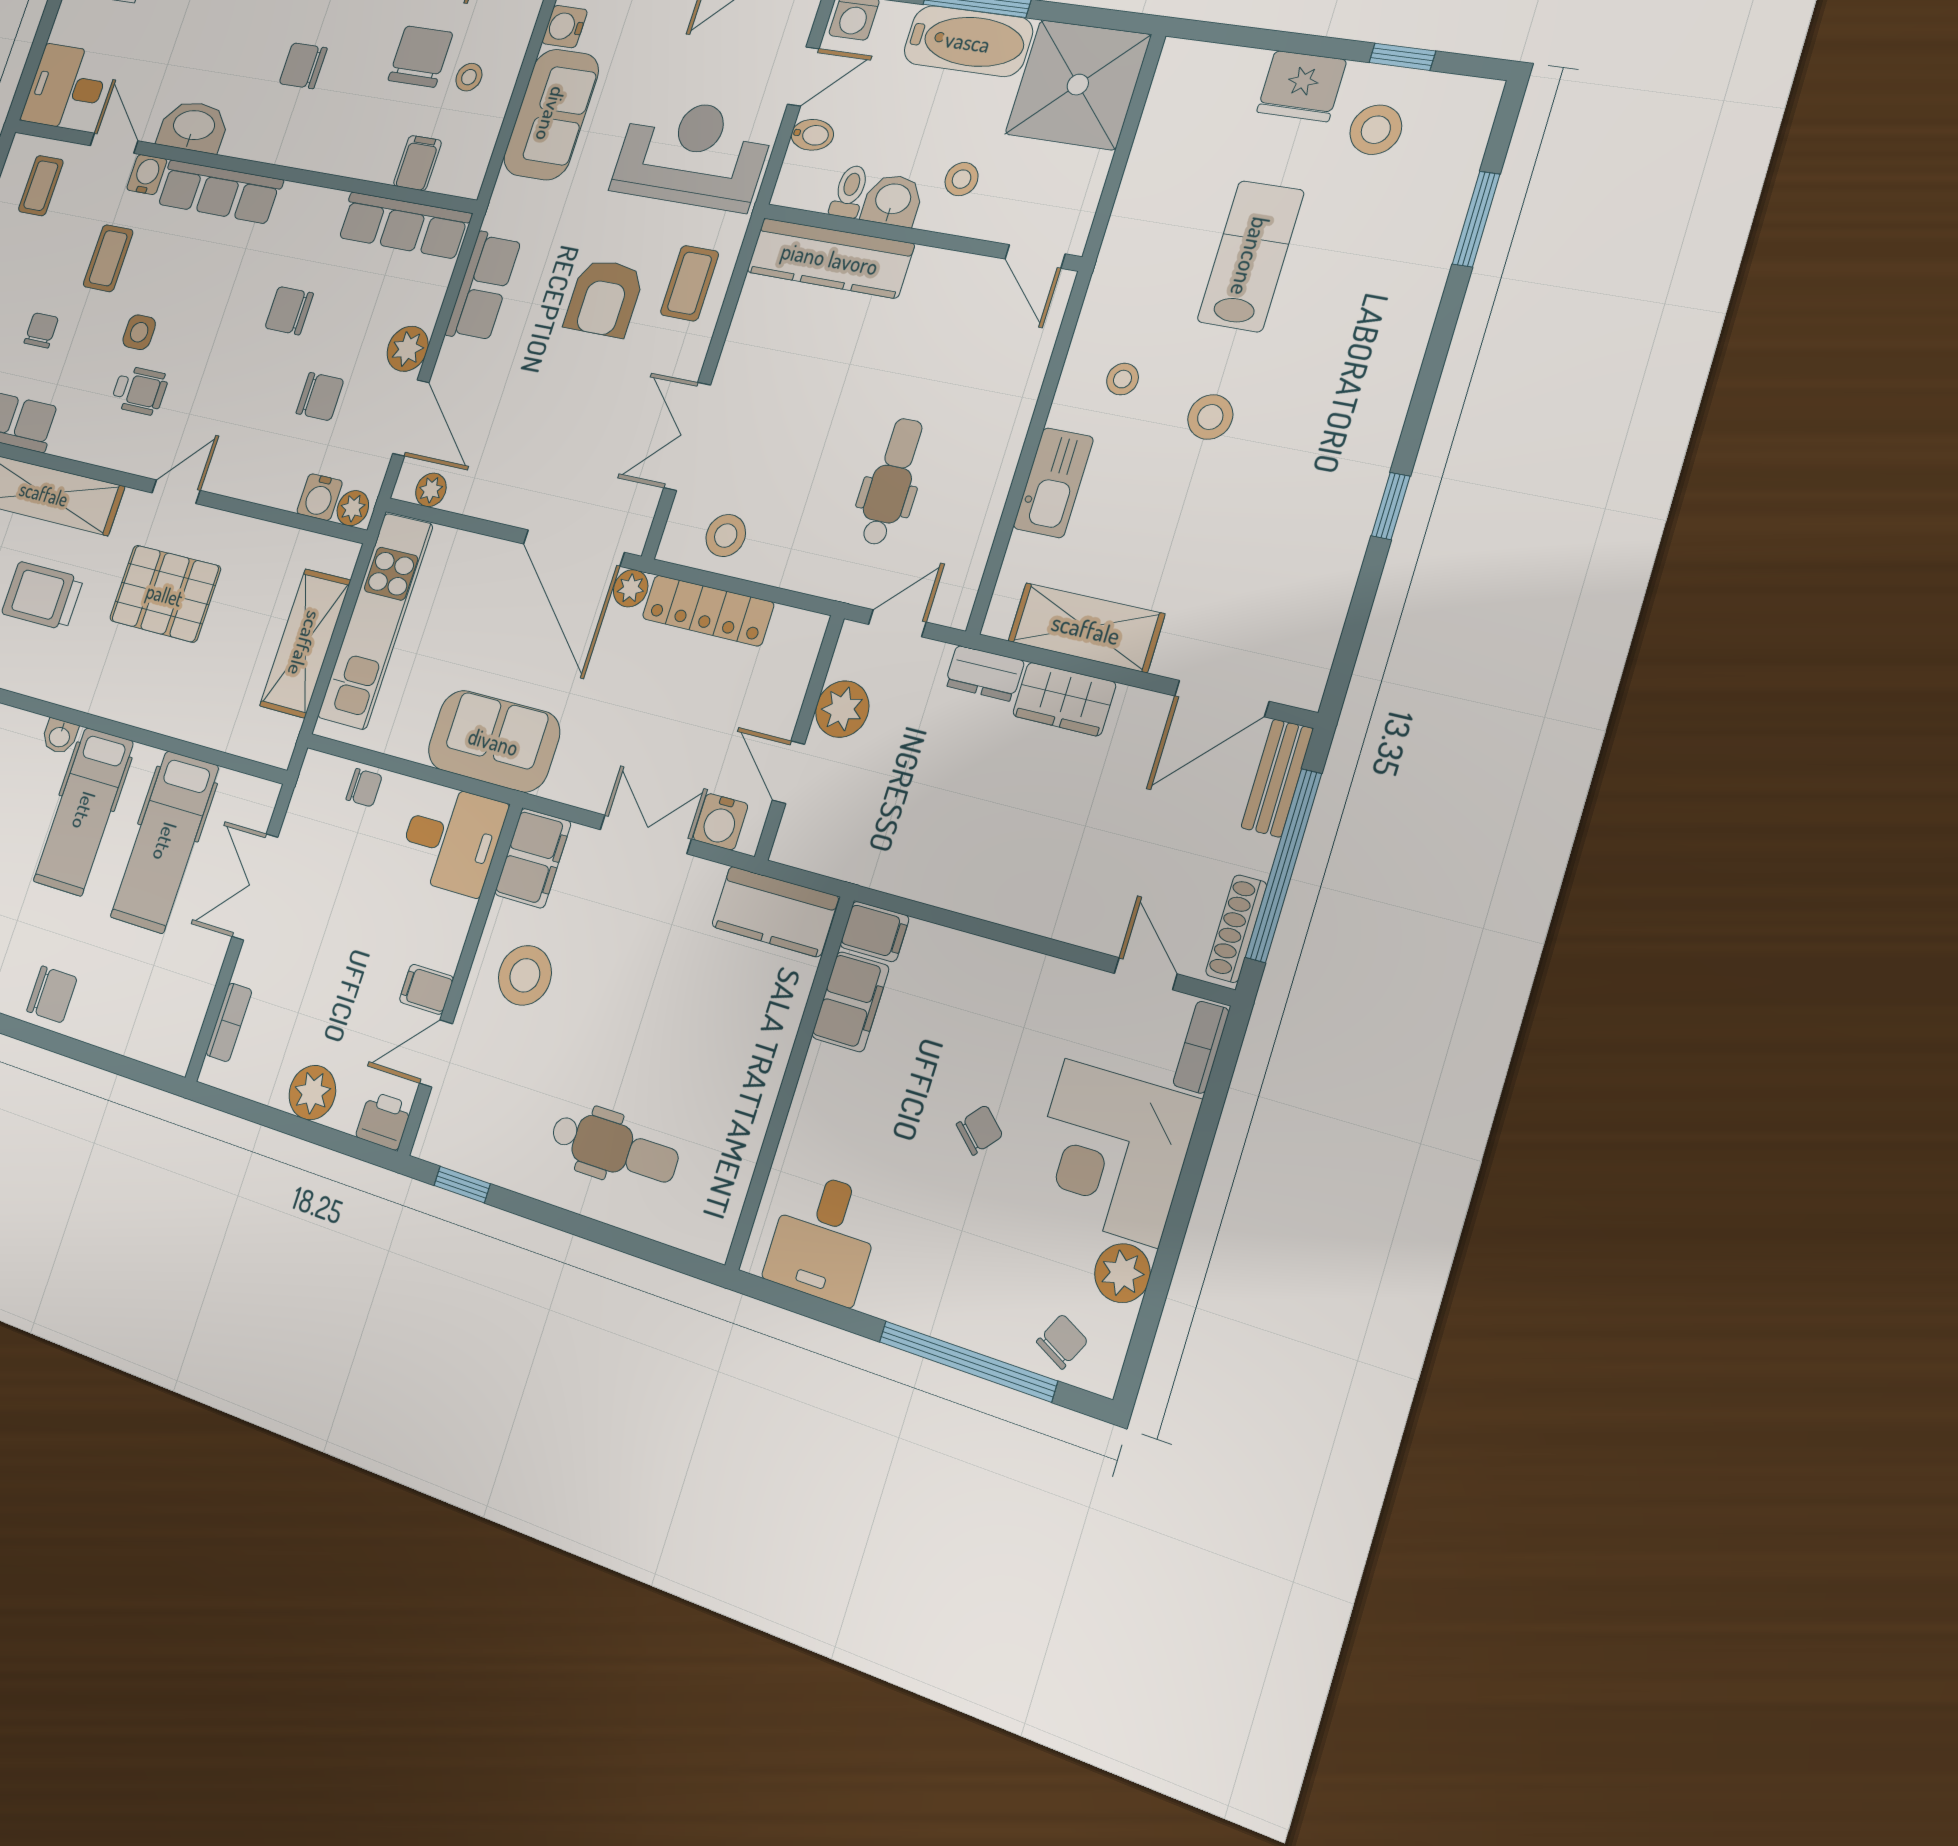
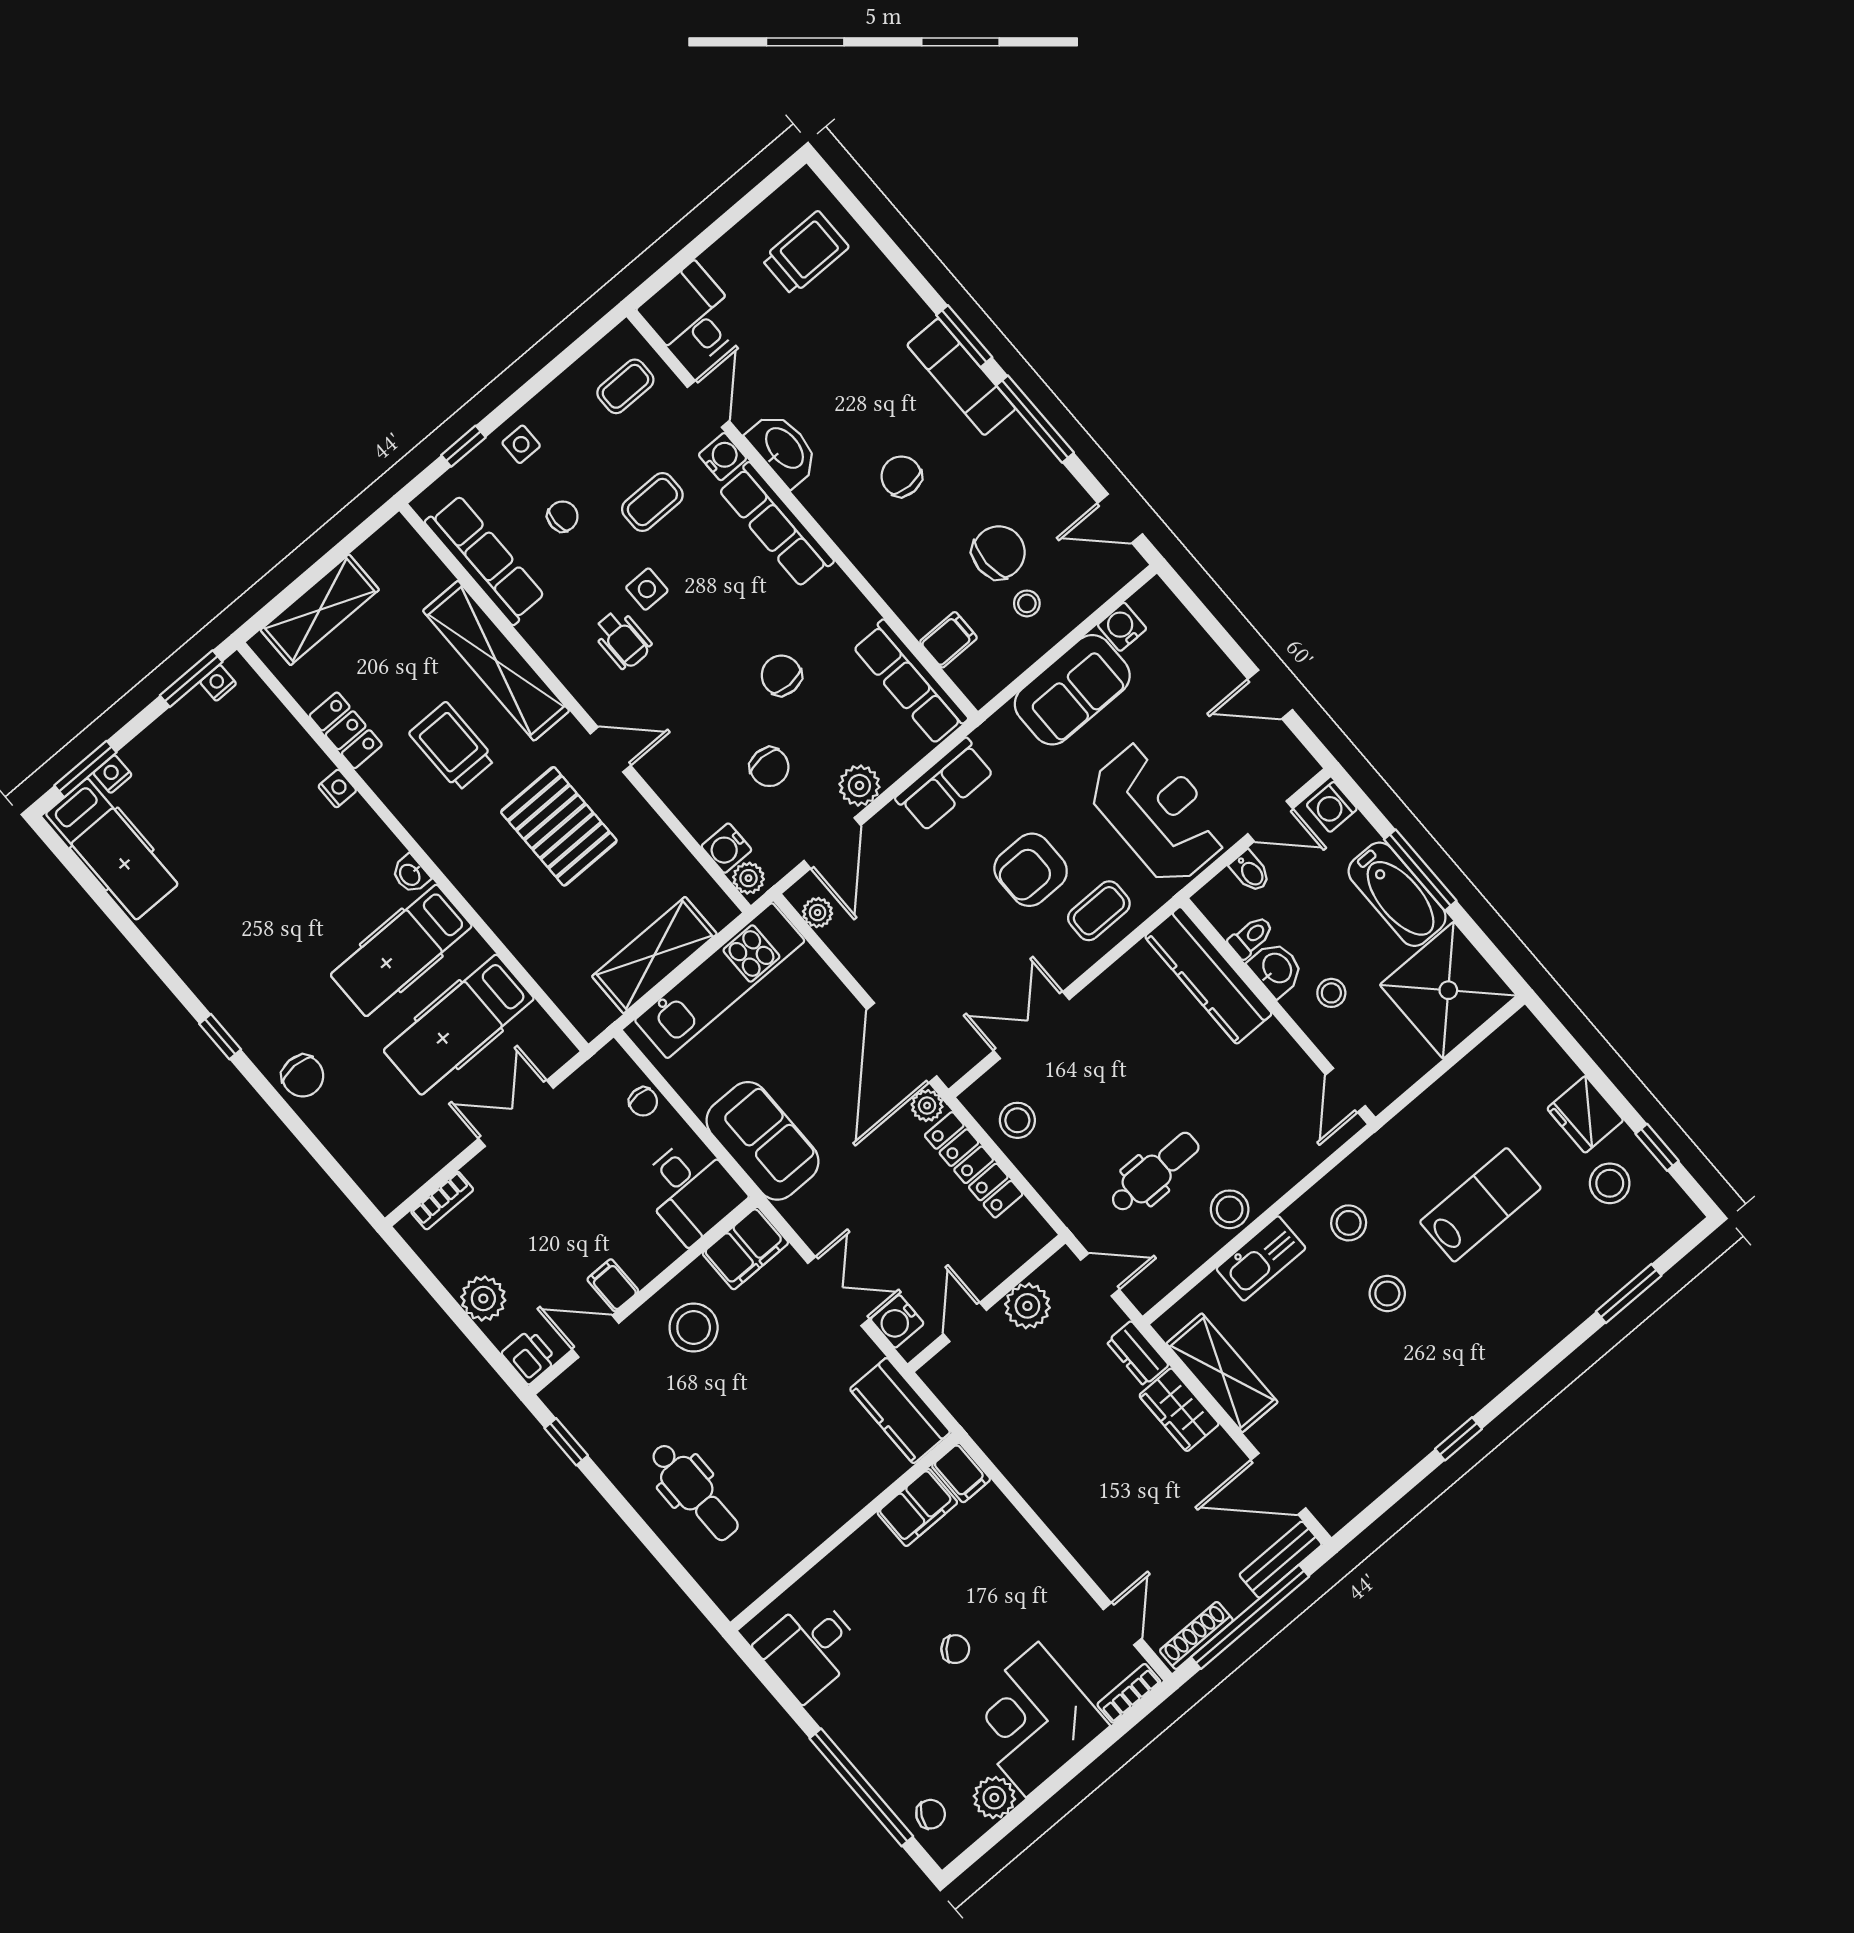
stool: (1122, 379) -> (1349, 1223), width x1.37, depth x1.37
stool: (990, 459) -> (1230, 1209), added

